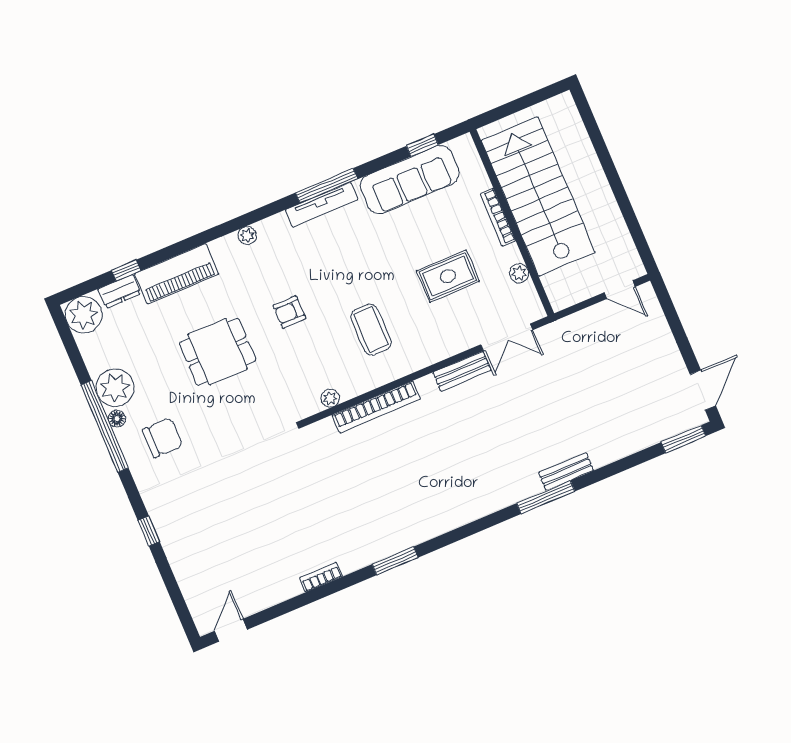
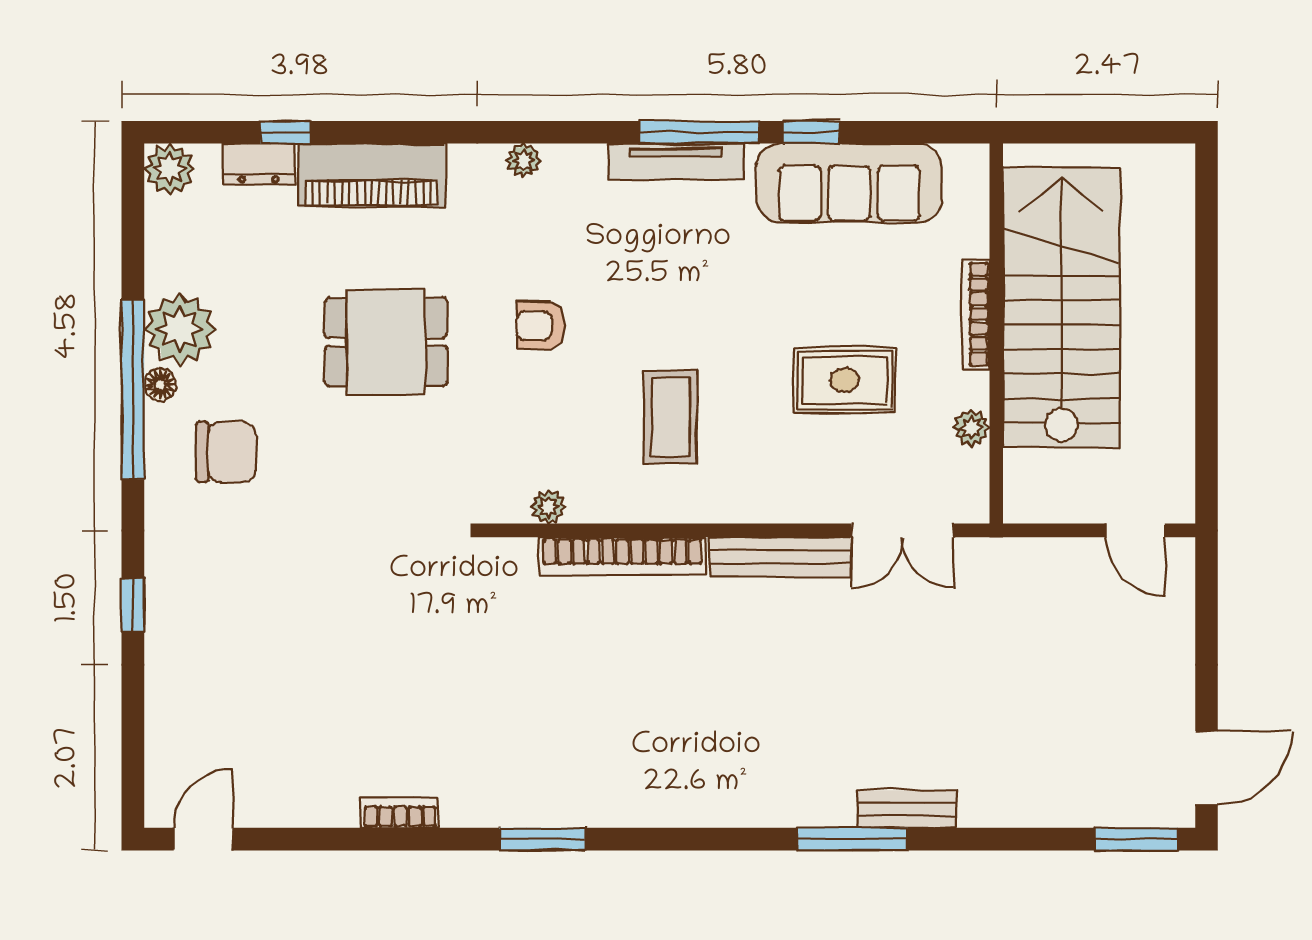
window: (422, 145) -> (811, 132), moved
plant: (84, 315) -> (170, 169), width x0.73, depth x0.73
bench: (462, 371) -> (780, 557), width x1.36

